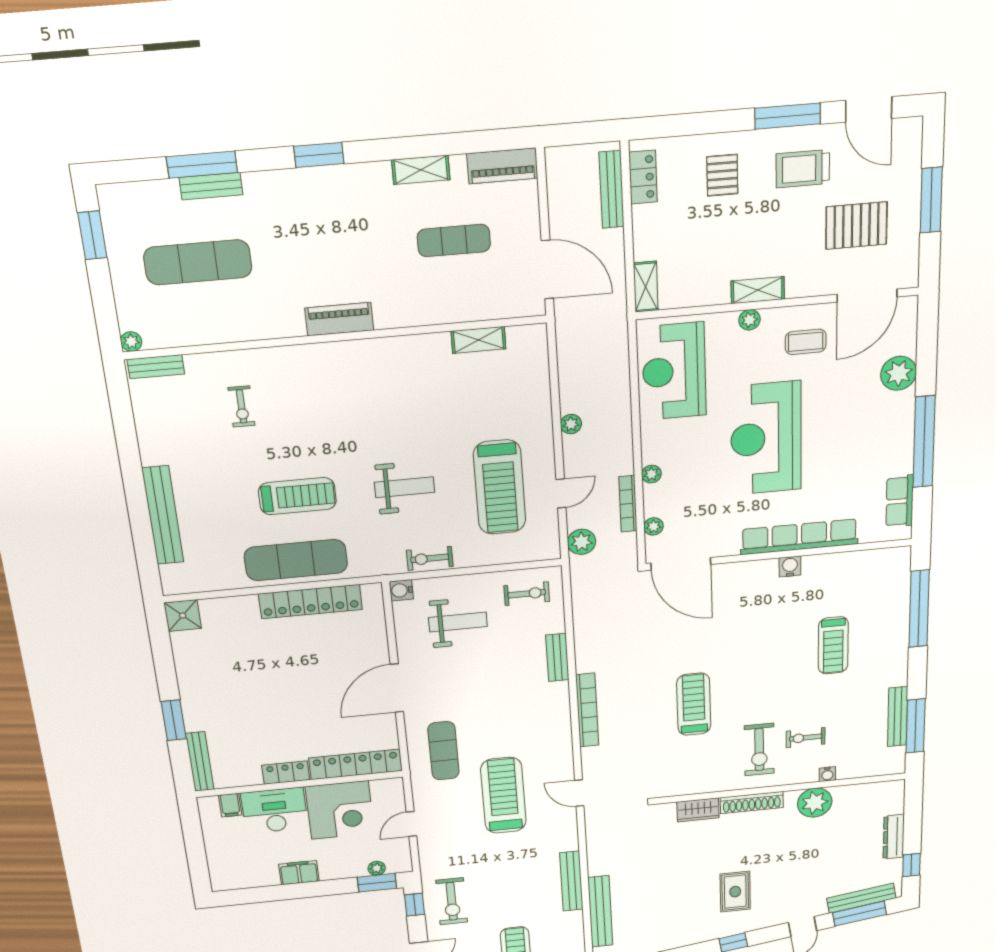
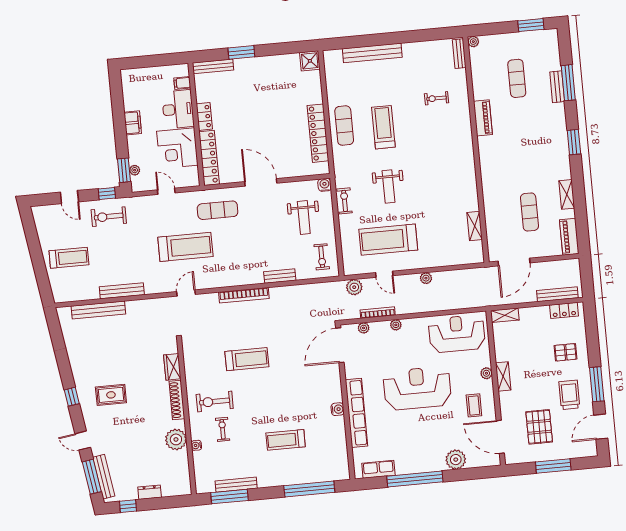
exercise mat: (198, 262) -> (517, 78), width x0.73, depth x0.69
piano: (339, 319) -> (483, 118), moved
treadmill: (297, 496) -> (383, 127), turned 180
exercise mat: (296, 560) -> (344, 126), width x0.73, depth x0.69
dresser: (894, 837) -> (150, 492), width x0.70

